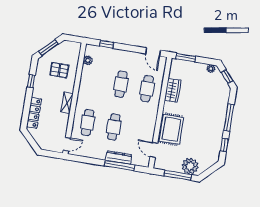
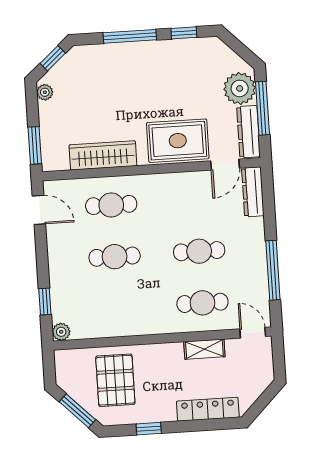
door: (153, 52) -> (39, 210), hinge flipped
plant: (88, 60) -> (61, 332), moved
pallet: (59, 70) -> (115, 380), width x1.50, depth x1.42
wardrobe: (173, 90) -> (103, 155), width x1.50
shelving: (67, 103) -> (204, 349), moved
dresser: (119, 158) -> (253, 192), moved
window: (119, 165) -> (273, 270), moved
dresser: (168, 165) -> (248, 132), added

